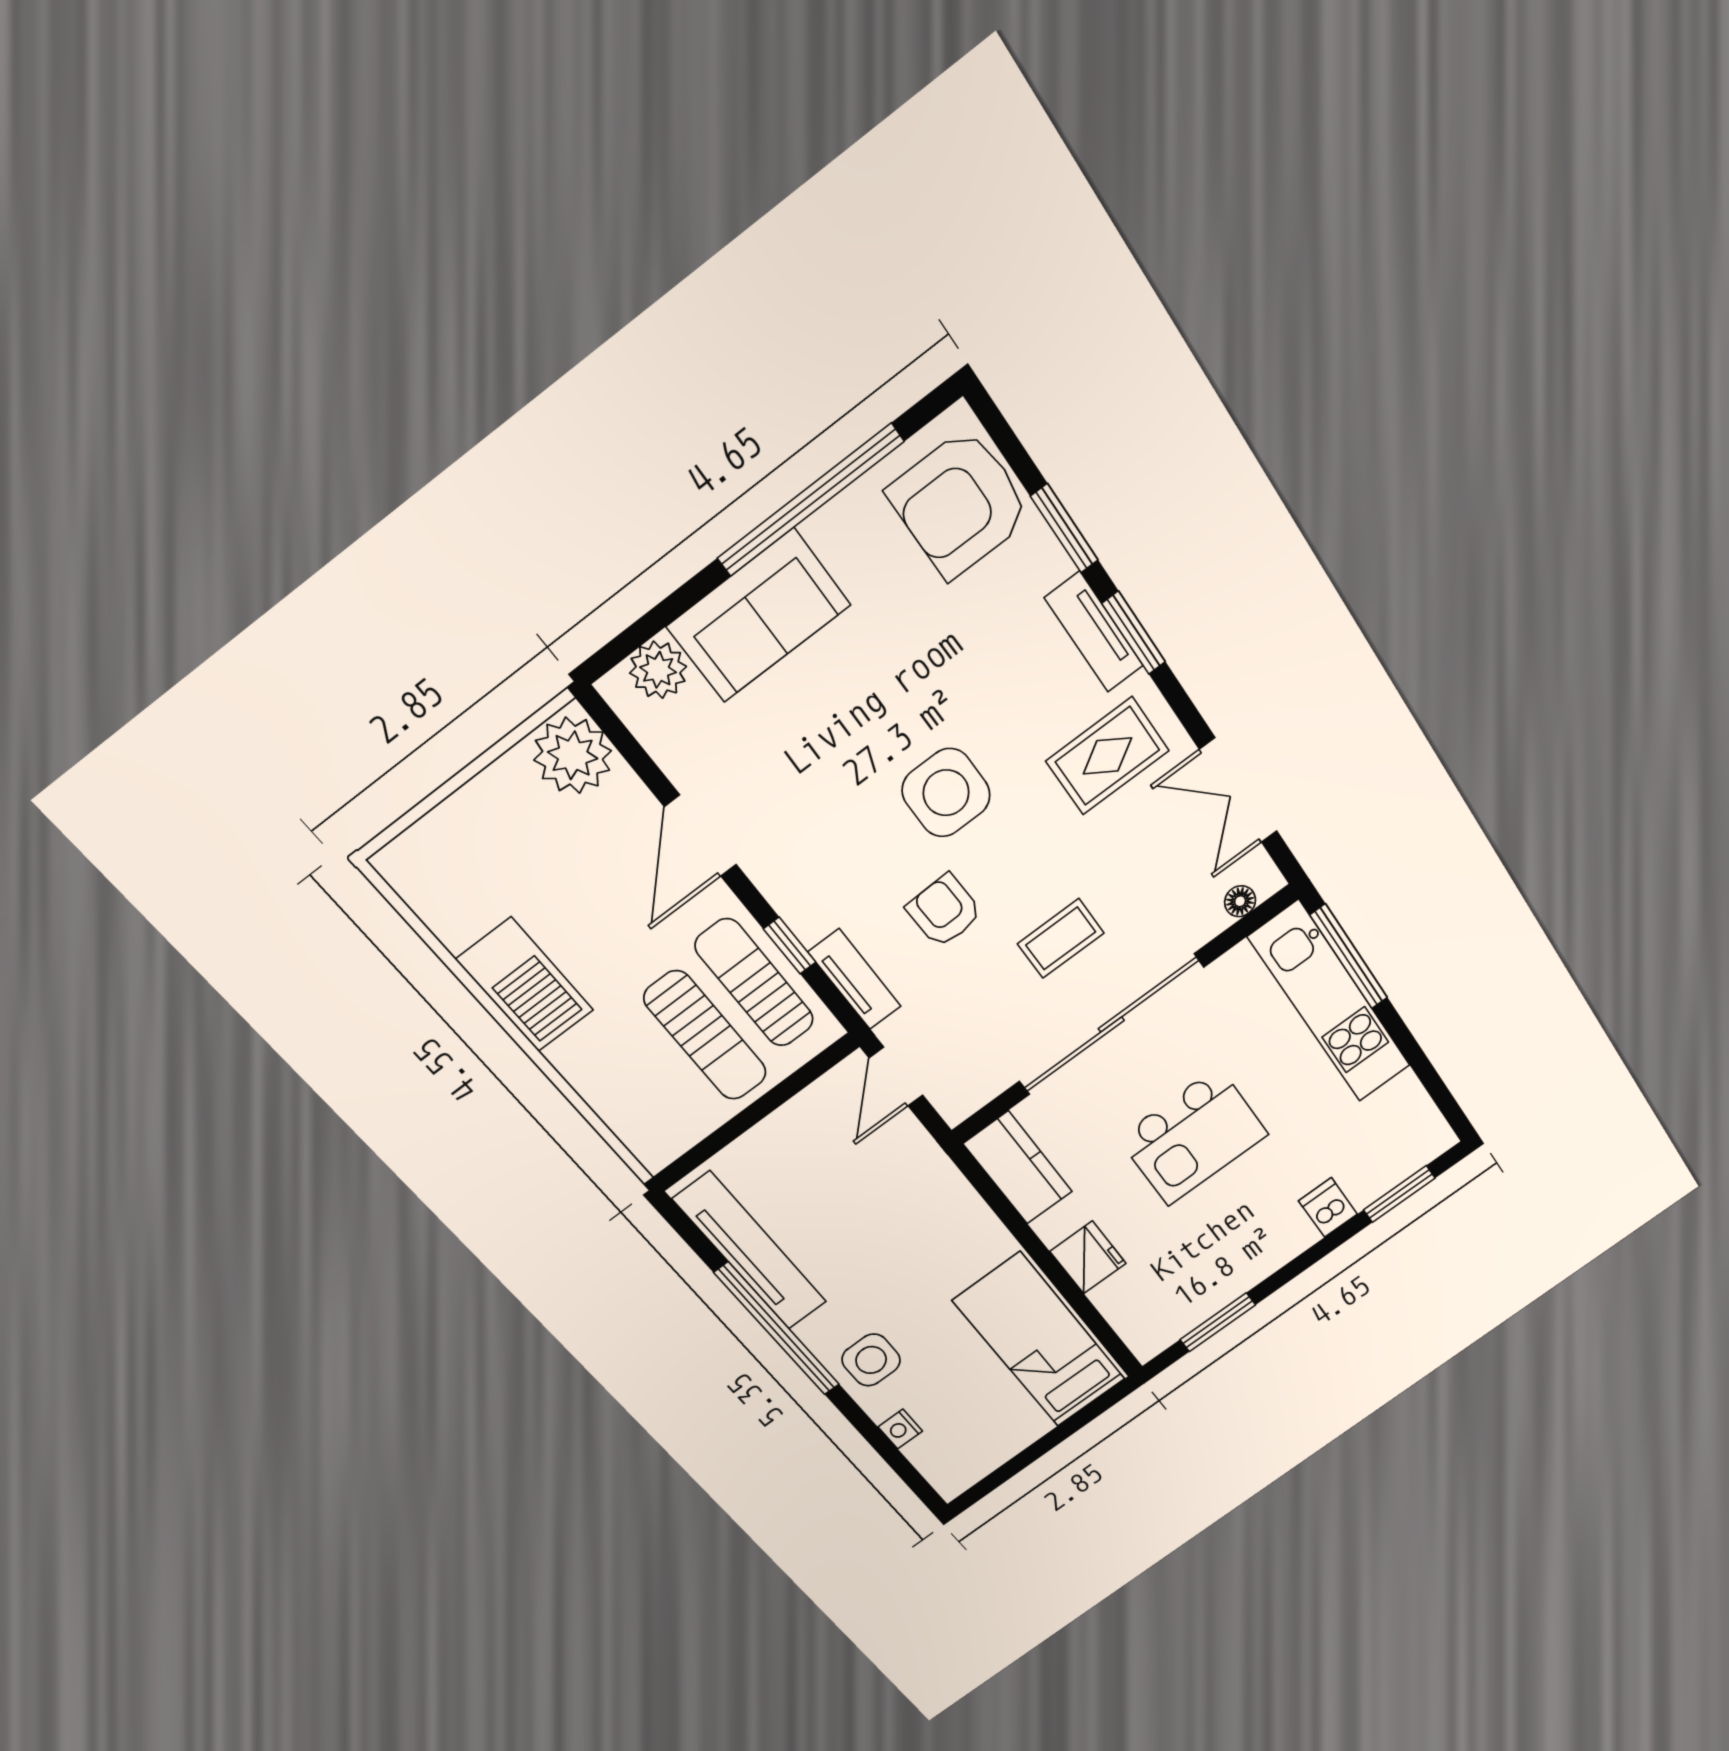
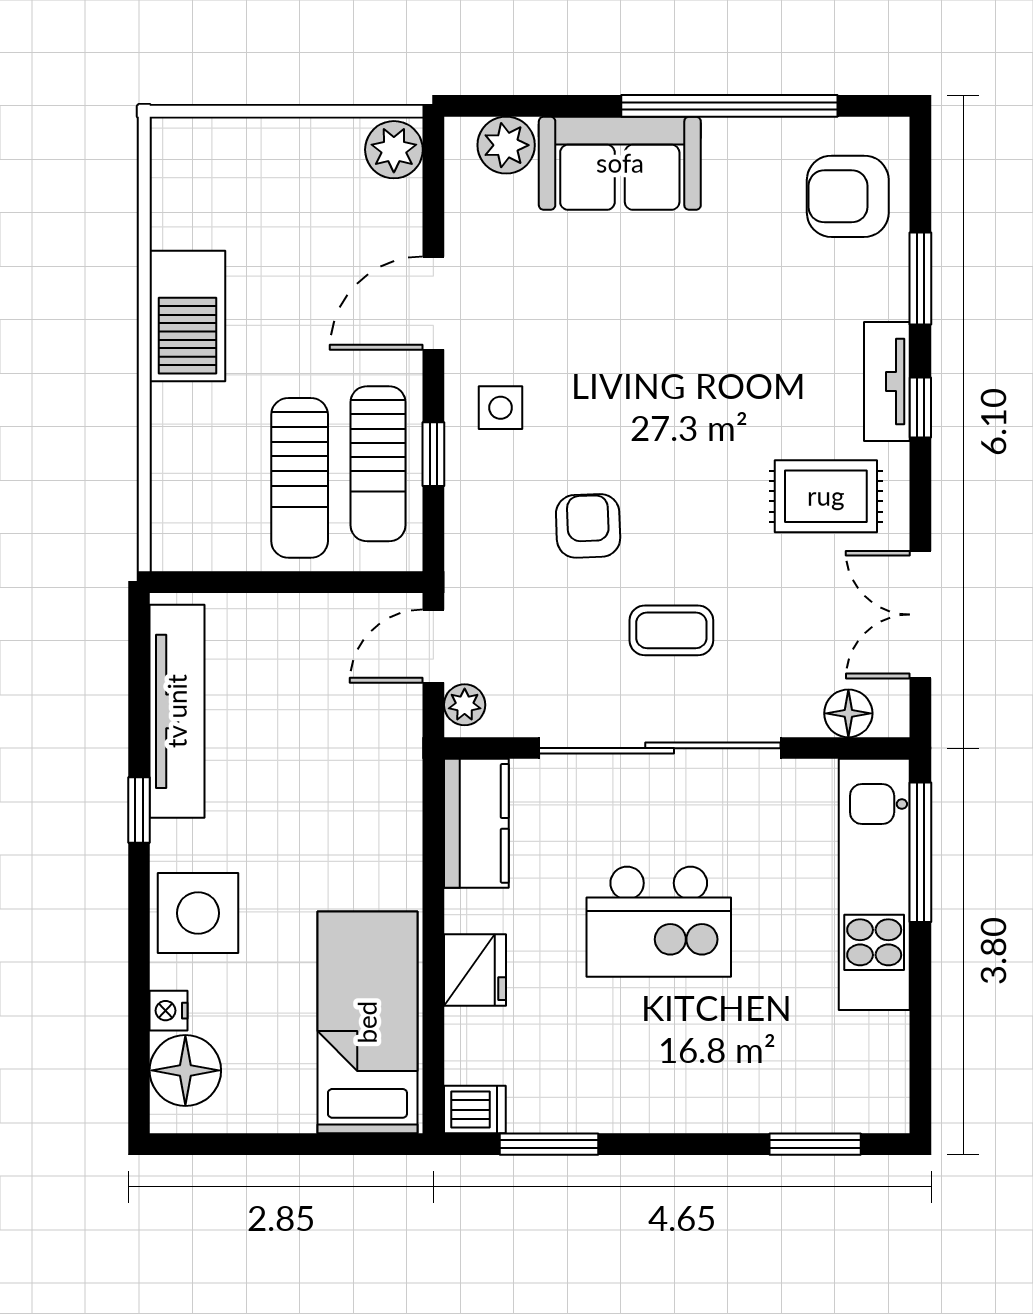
armchair: (960, 504) -> (848, 196), width x0.73, depth x0.73
window: (1134, 633) -> (920, 407), width x0.67
plant: (573, 755) -> (394, 150), width x0.73, depth x0.73
side table: (946, 793) -> (501, 408), moved, width x0.54, depth x0.54
floor lamp: (1240, 901) -> (848, 713), width x1.37, depth x1.37
tv unit: (855, 979) -> (465, 527), removed
sun lounger: (755, 983) -> (378, 464), turned 180
plant: (949, 1098) -> (465, 705), added
dishwasher: (1328, 1208) -> (475, 1110), moved, turned 90
window: (777, 1329) -> (139, 810), width x0.32
side table: (871, 1360) -> (198, 913), width x1.37, depth x1.37
floor lamp: (941, 1454) -> (185, 1070), added

